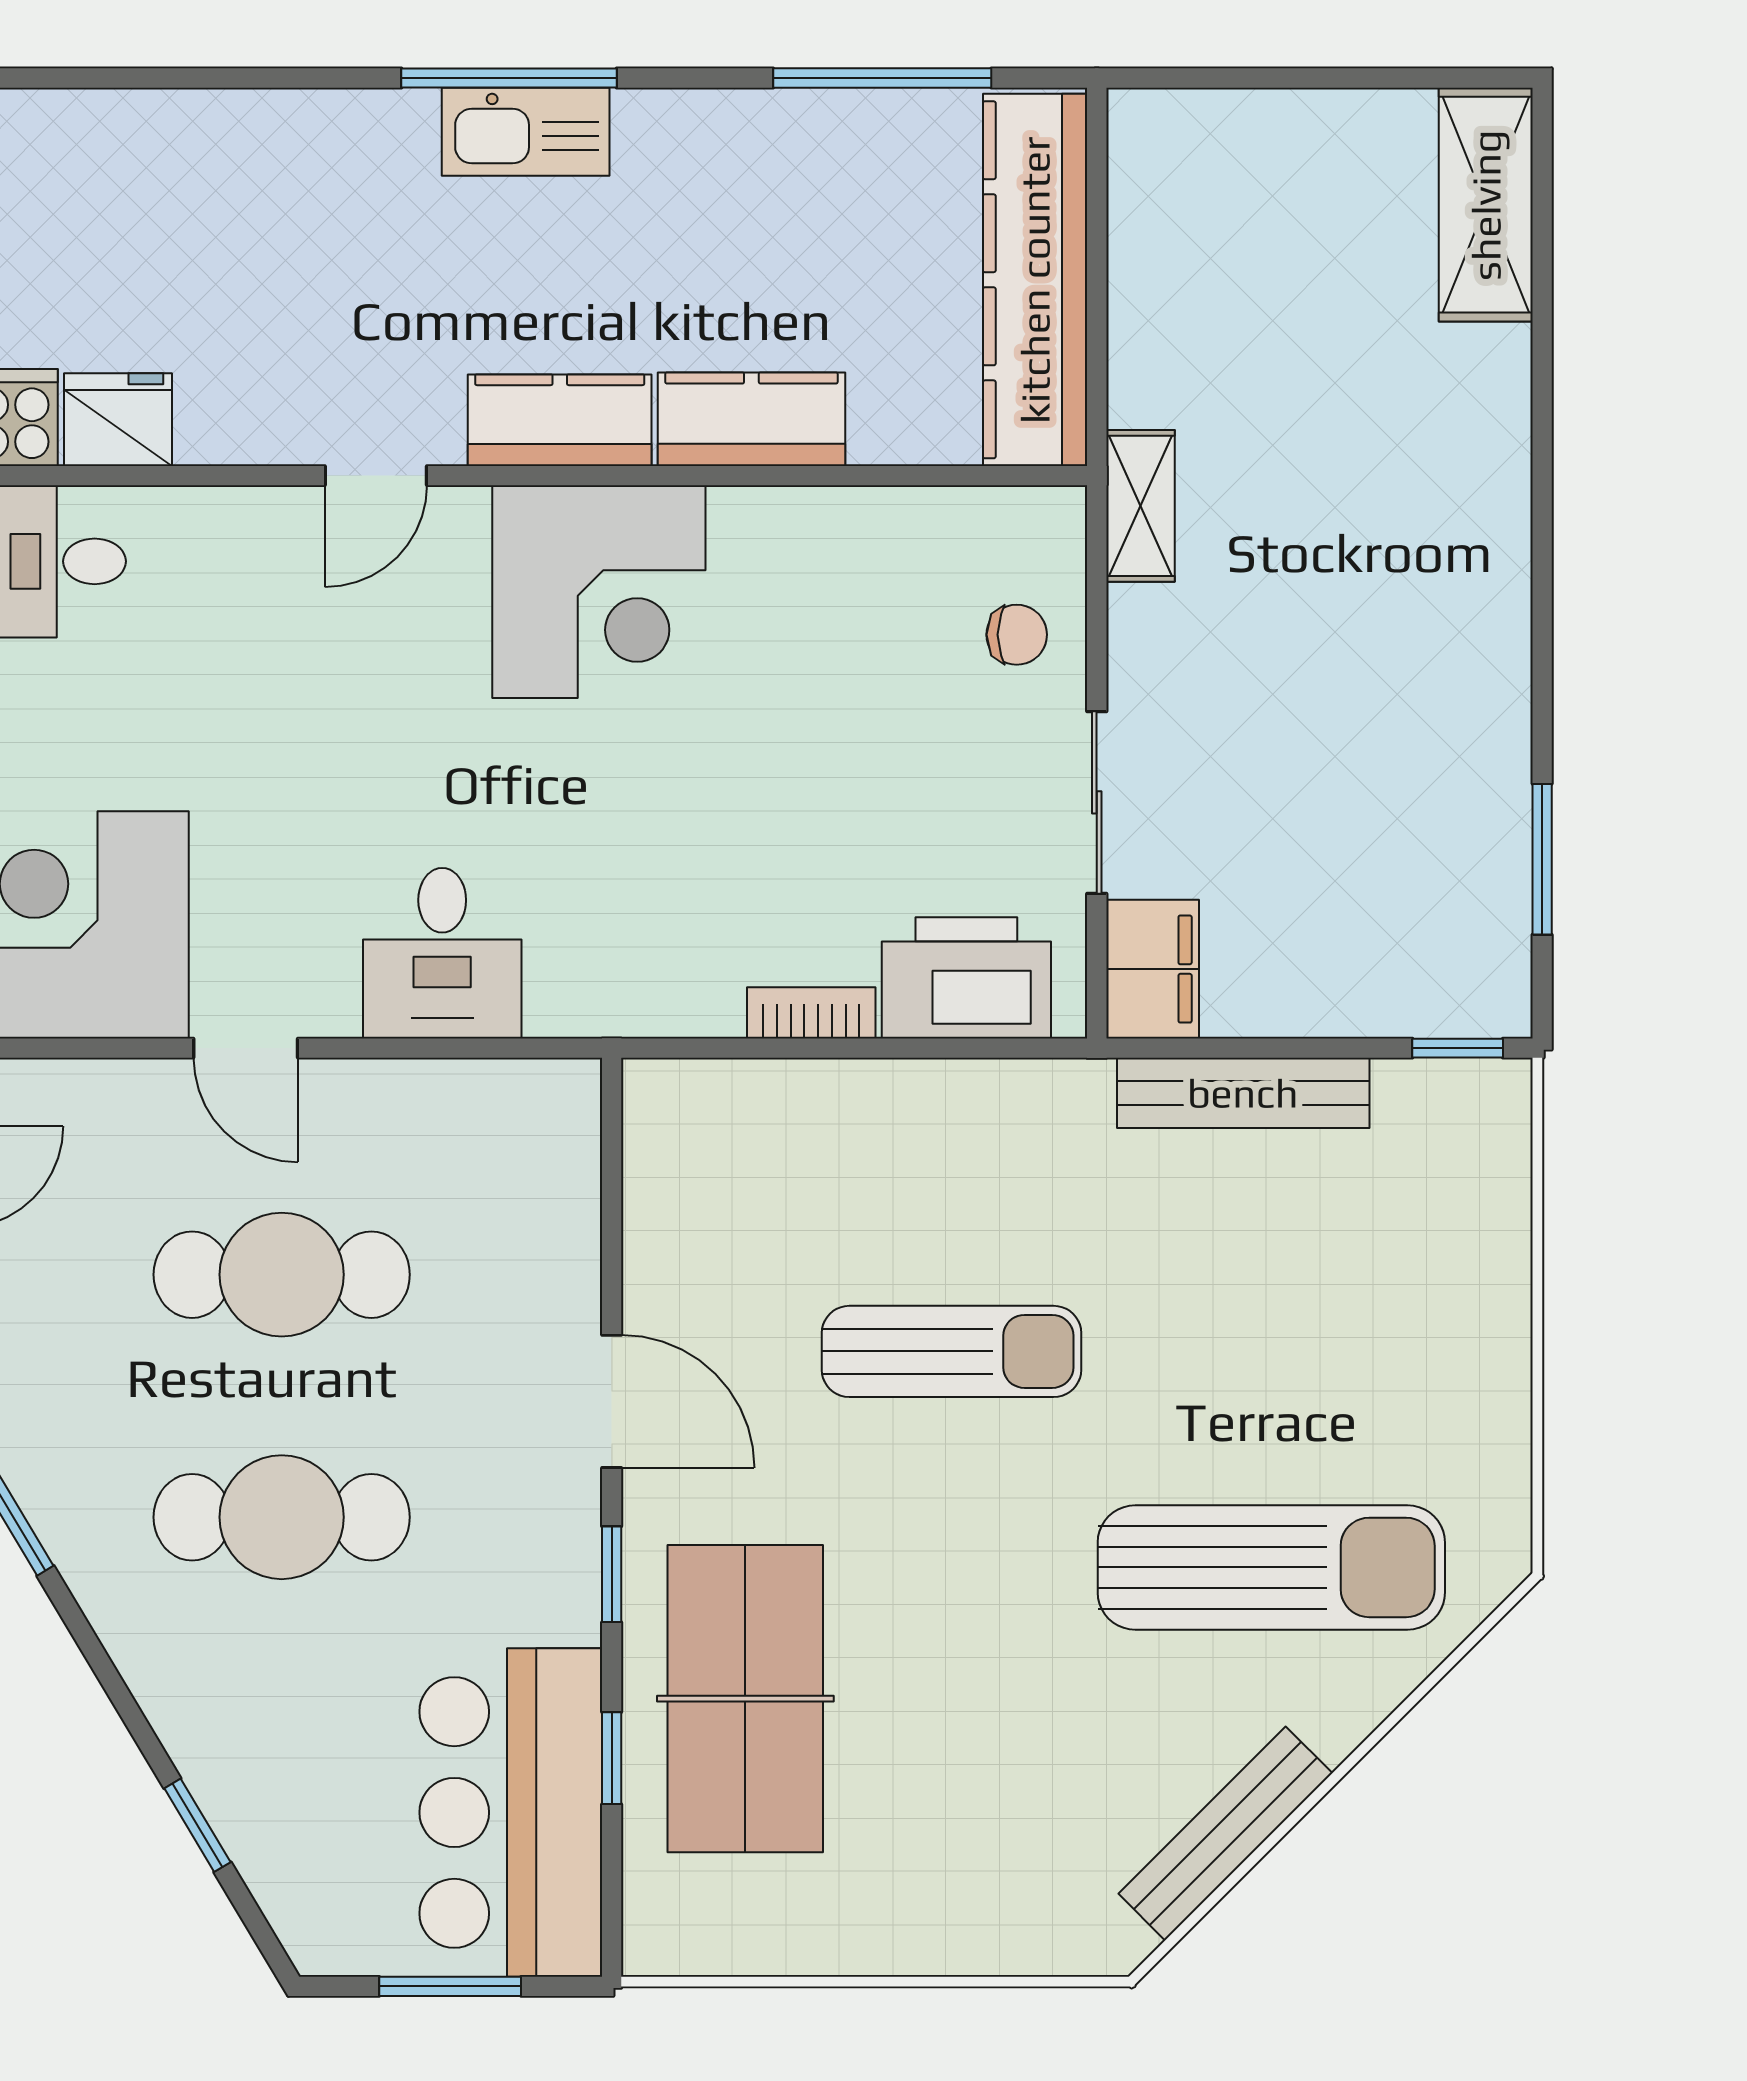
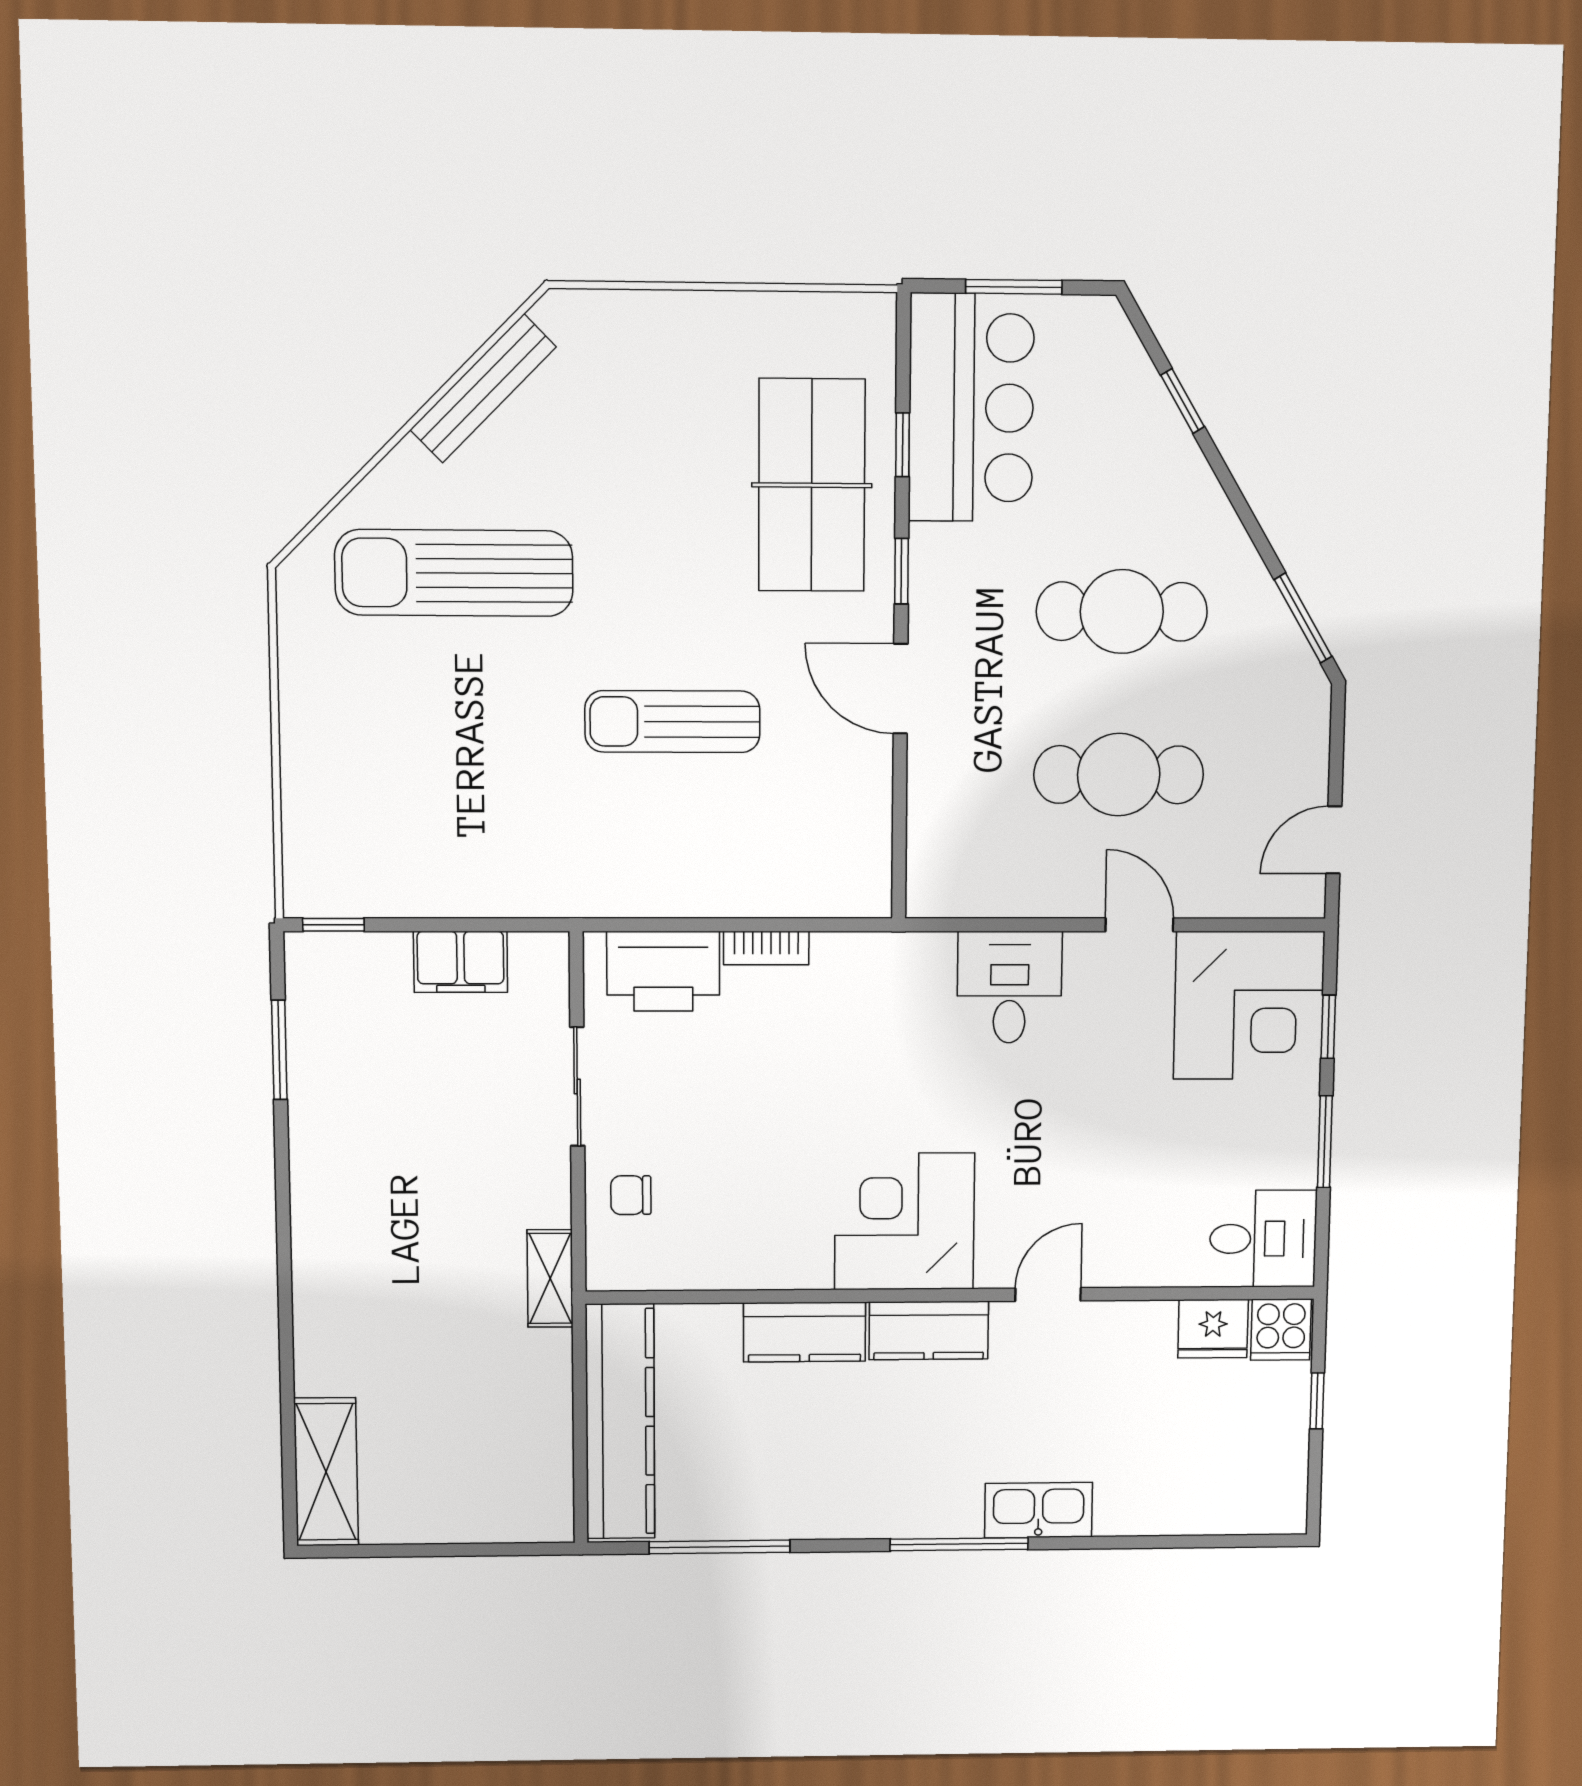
kitchen sink: (526, 132) -> (1039, 1510), moved
filing cabinet: (1153, 969) -> (461, 962), moved, turned -90
bench: (1243, 1093) -> (477, 895), removed

